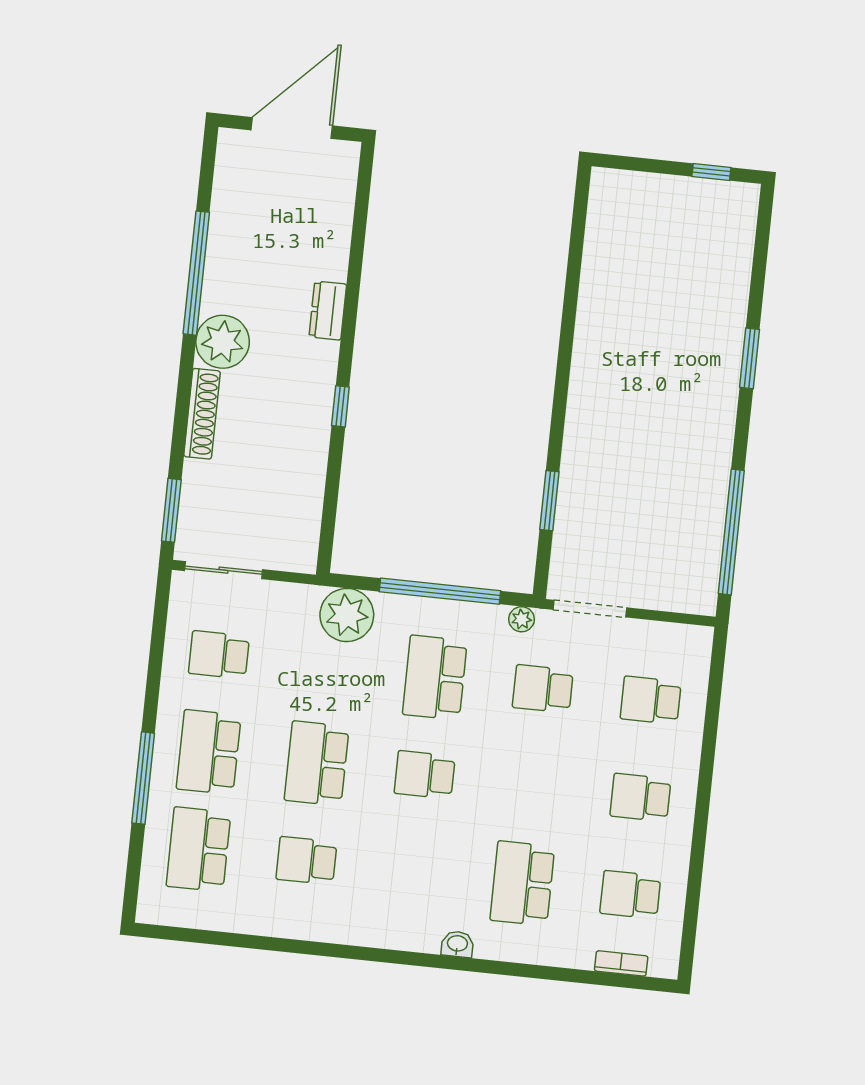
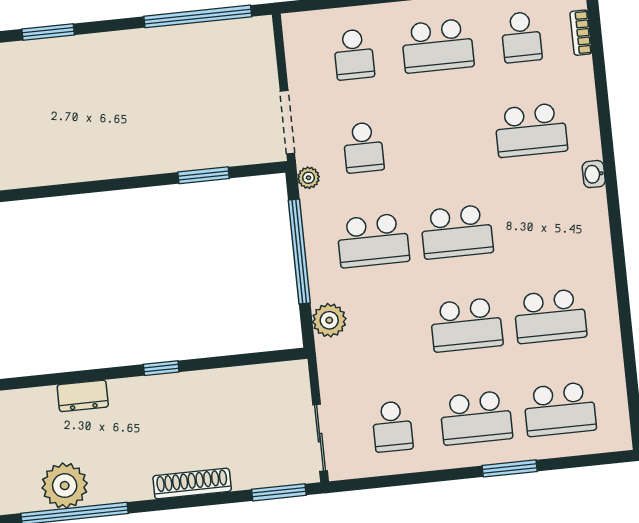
plant: (223, 342) -> (65, 486), moved
plant: (347, 615) -> (329, 320), width x0.73, depth x0.73
school desk: (425, 775) -> (457, 232), width x1.85
window: (143, 778) -> (510, 468), width x0.69
school desk: (641, 797) -> (438, 46), width x1.85
school desk: (306, 861) -> (550, 316), width x1.85

